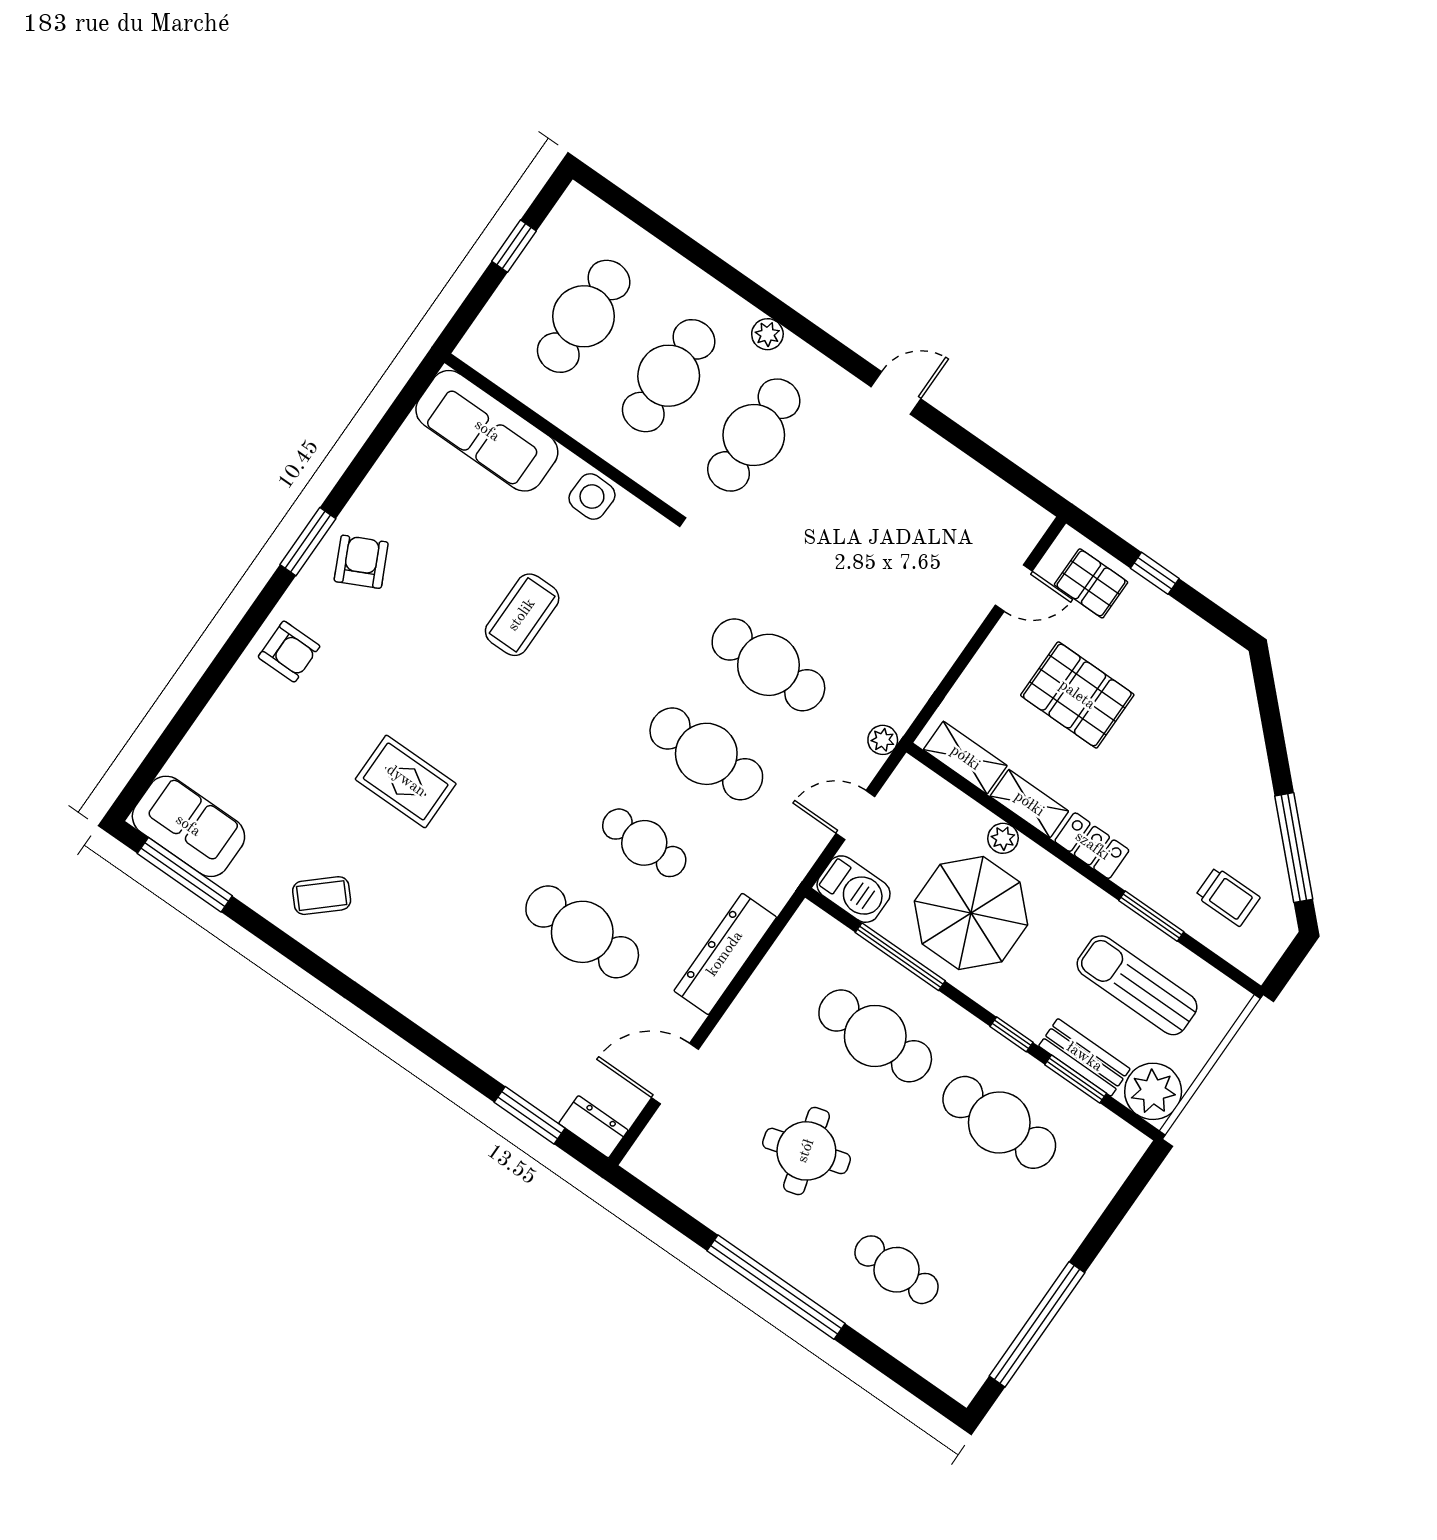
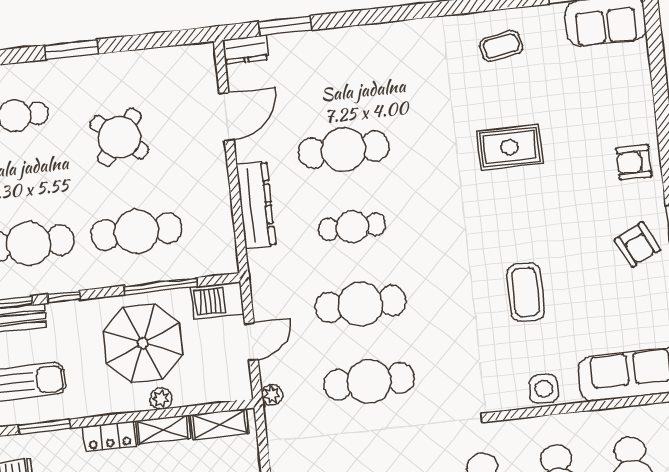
coffee table: (322, 896) -> (501, 46), turned 33
round table: (806, 1151) -> (119, 137), turned -35
window: (776, 1287) -> (71, 49), width x0.47

